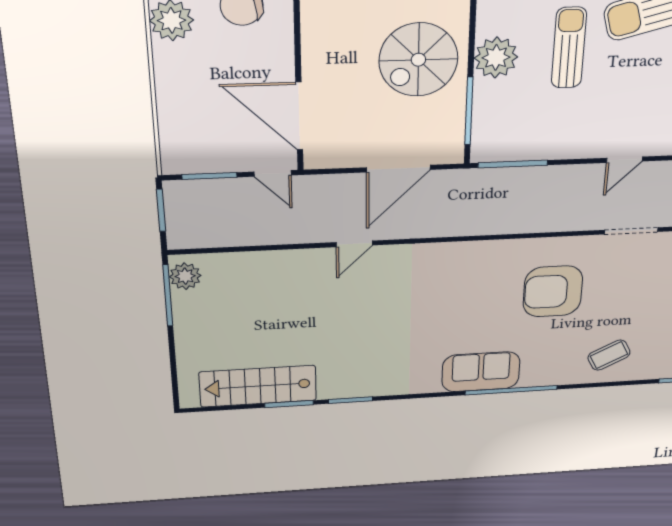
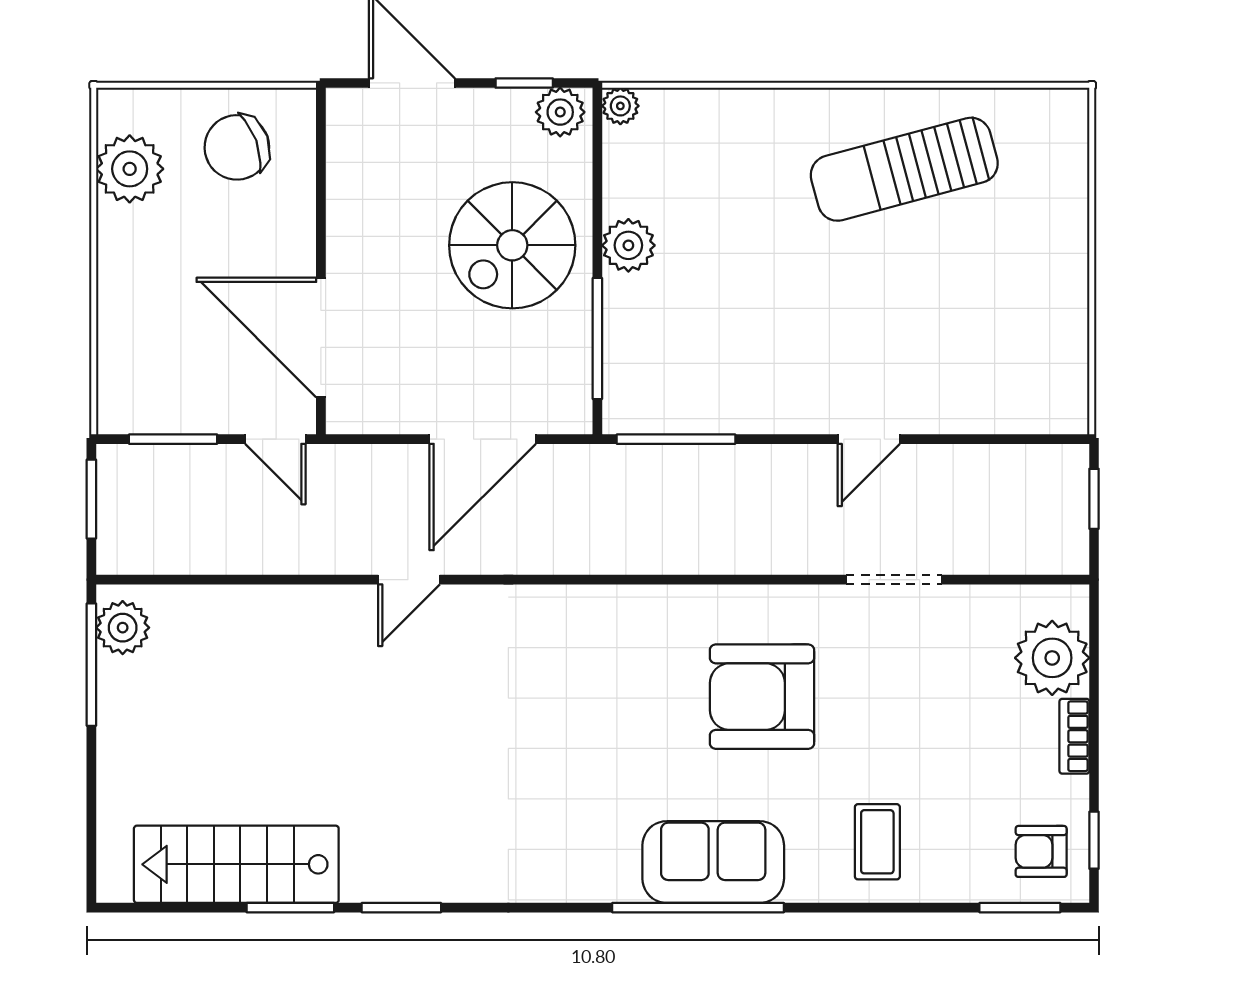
sun lounger: (569, 48) -> (757, 232), removed
plant: (496, 57) -> (628, 245), width x0.73, depth x0.73
coffee table: (609, 355) -> (877, 842), turned -63
sofa: (481, 372) -> (713, 862), moved

